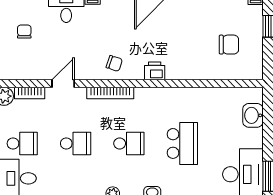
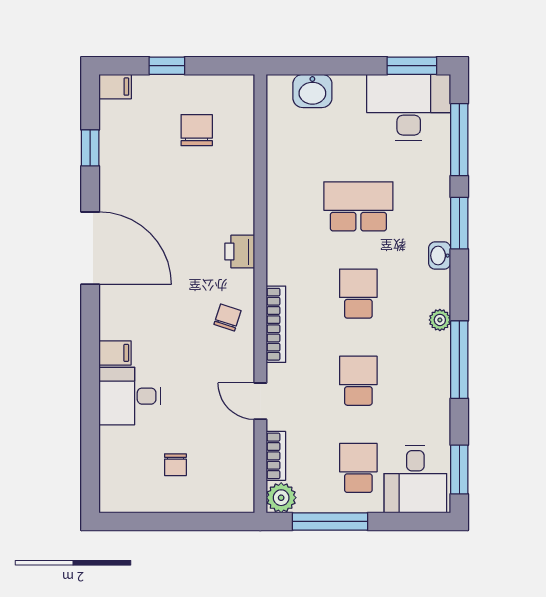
chair: (24, 32) -> (175, 465), turned -90

